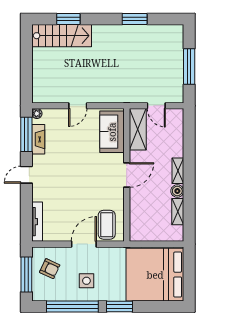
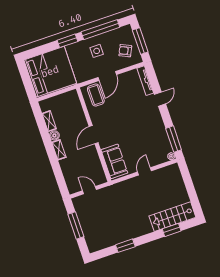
shelving: (138, 129) -> (97, 169), removed
fireplace: (38, 139) -> (164, 138), removed
door: (26, 175) -> (160, 99), moved

